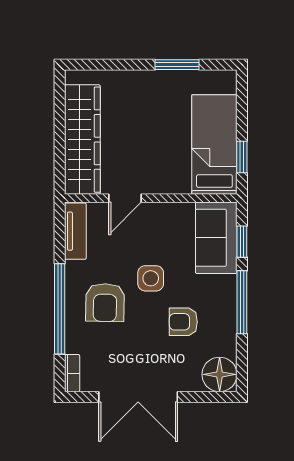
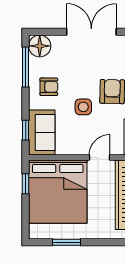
bed: (214, 145) -> (58, 192), width x2.04
window: (242, 302) -> (26, 67), moved
armchair: (183, 322) -> (49, 87), moved

